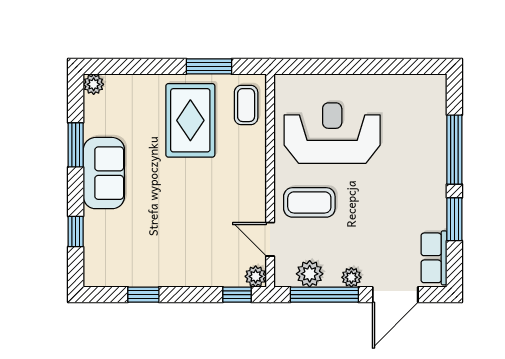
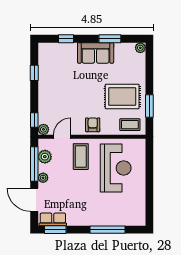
armchair: (246, 179) -> (93, 125), added
window: (454, 219) -> (55, 230), moved

